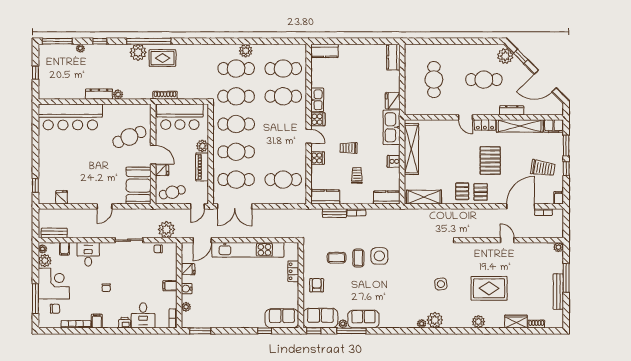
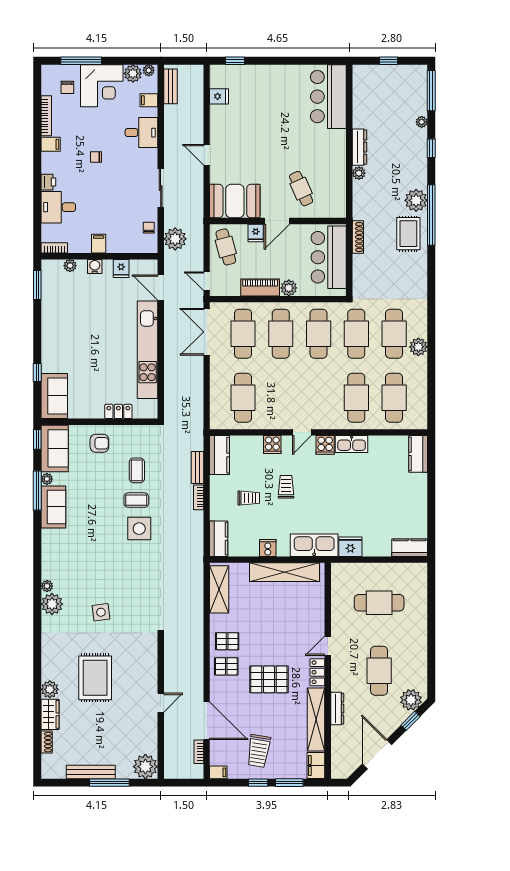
bar counter: (70, 117) -> (328, 97), width x0.73
cafe table: (129, 137) -> (301, 189), width x0.73, depth x0.74
plant: (558, 247) -> (145, 767), width x1.88, depth x1.88
plant: (478, 322) -> (50, 689), moved

